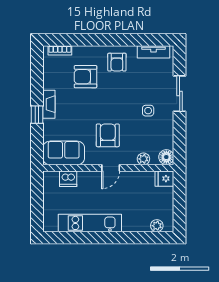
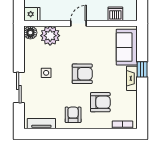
armchair: (108, 135) -> (82, 74), moved, turned -90
sofa: (64, 153) -> (127, 47), moved, turned 90
plant: (143, 159) -> (50, 36), width x1.88, depth x1.88

